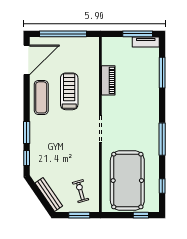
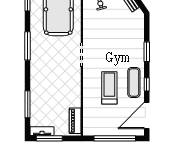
piano: (108, 80) -> (75, 121), moved
treadmill: (69, 91) -> (109, 88), turned 180
window: (27, 158) -> (147, 84), moved

